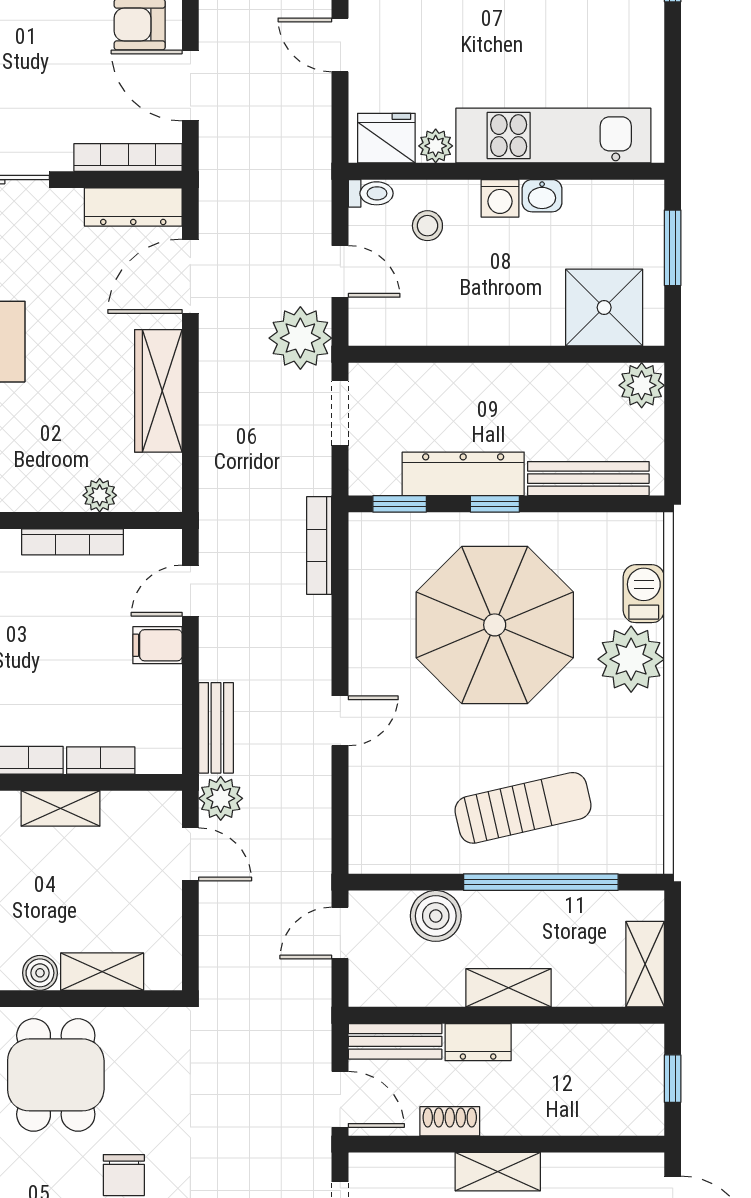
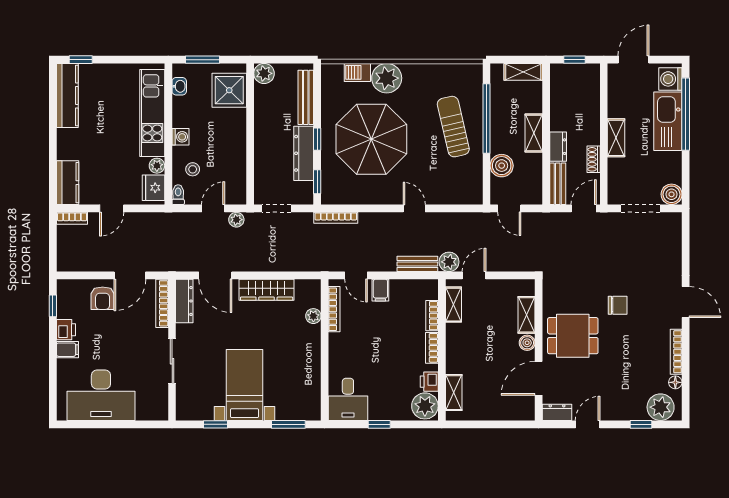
washbasin: (542, 196) -> (179, 86), moved
plant: (300, 338) -> (236, 220), width x0.53, depth x0.53
bookcase: (72, 542) -> (334, 309), moved
shelving: (61, 808) -> (454, 305), moved

